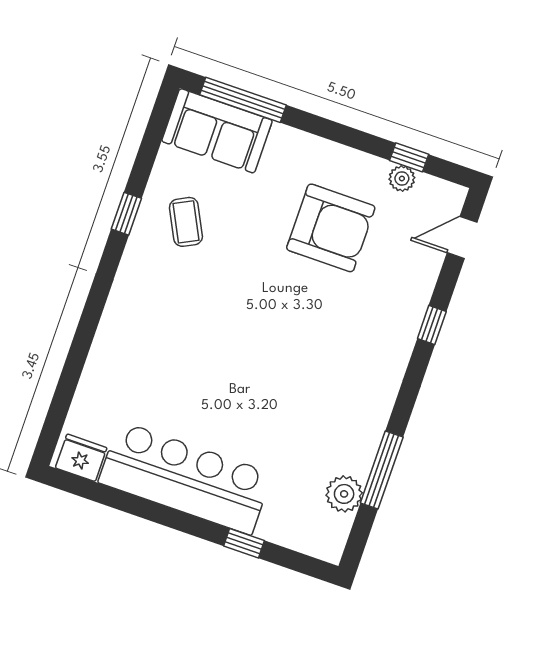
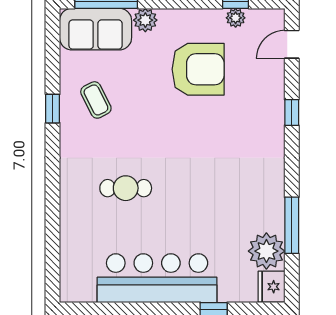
plant: (285, 141) -> (145, 20), added
cafe table: (185, 348) -> (126, 188), added
fridge: (81, 458) -> (271, 287), moved, turned -90
plant: (344, 494) -> (266, 251), width x1.36, depth x1.36

